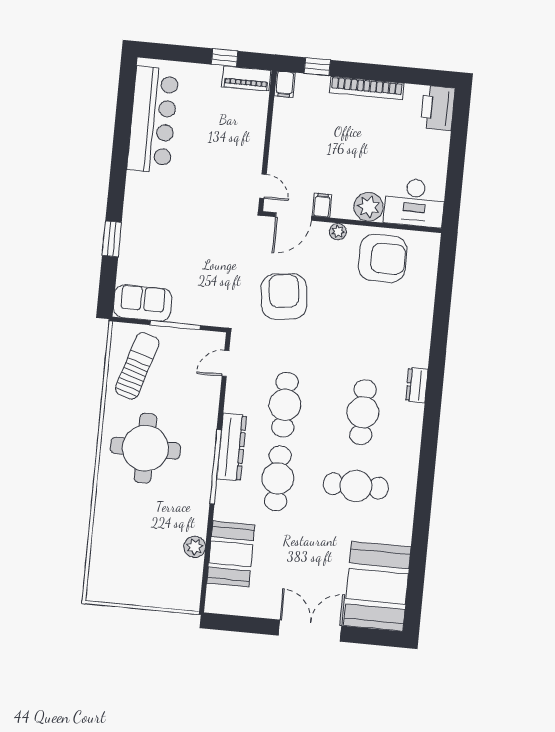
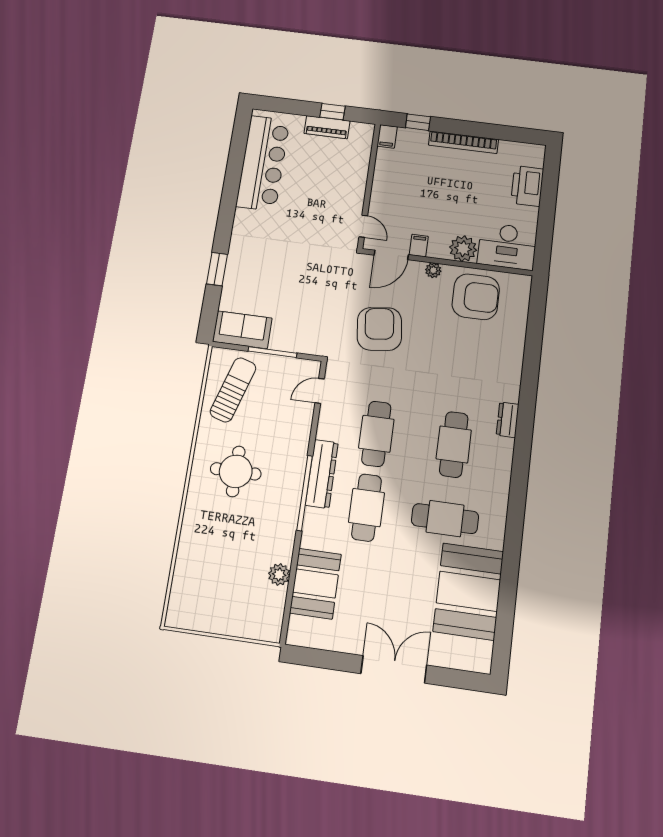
piano: (246, 79) -> (327, 127), moved
printer: (438, 108) -> (527, 186), moved
round table: (145, 448) -> (236, 471), width x0.73, depth x0.73
booth: (377, 586) -> (468, 591), moved

